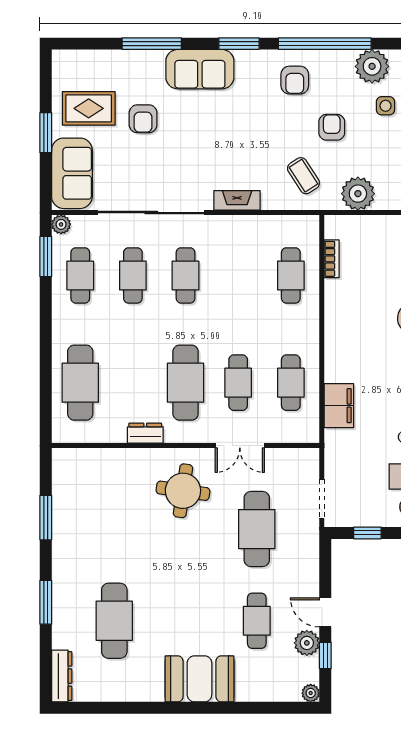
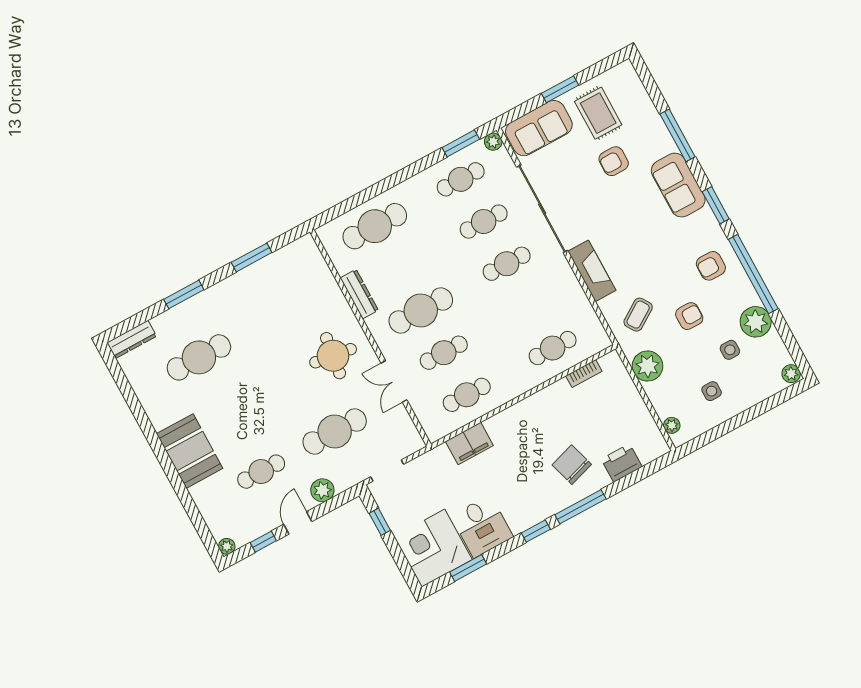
fireplace: (237, 200) -> (592, 271), width x1.37, depth x1.32
dresser: (145, 433) -> (359, 294), width x1.44
plant: (307, 643) -> (322, 490), moved

